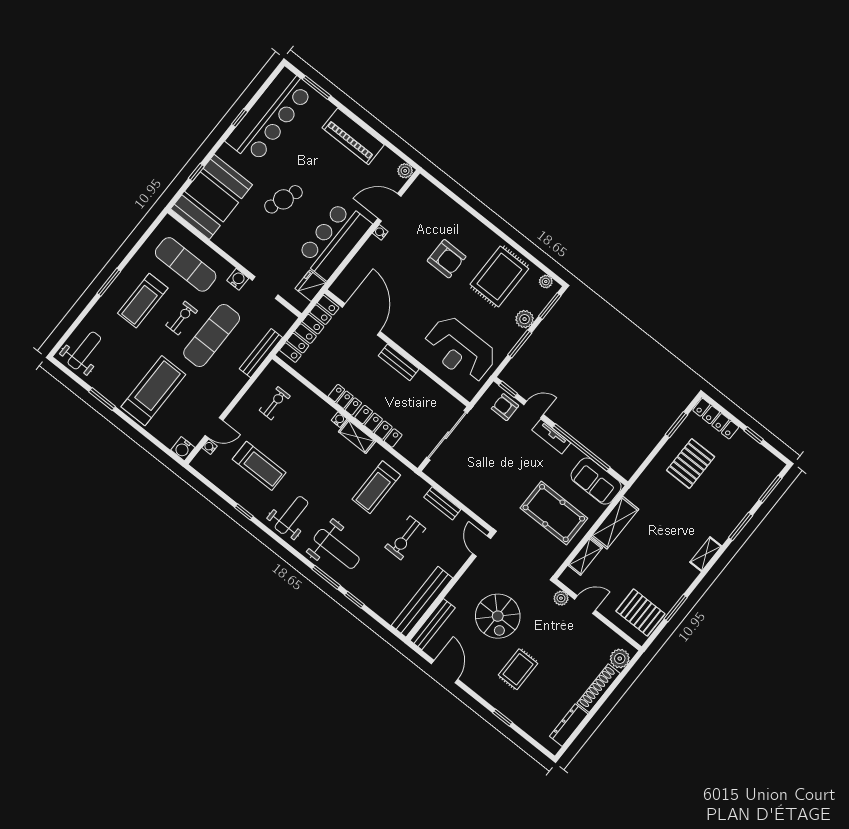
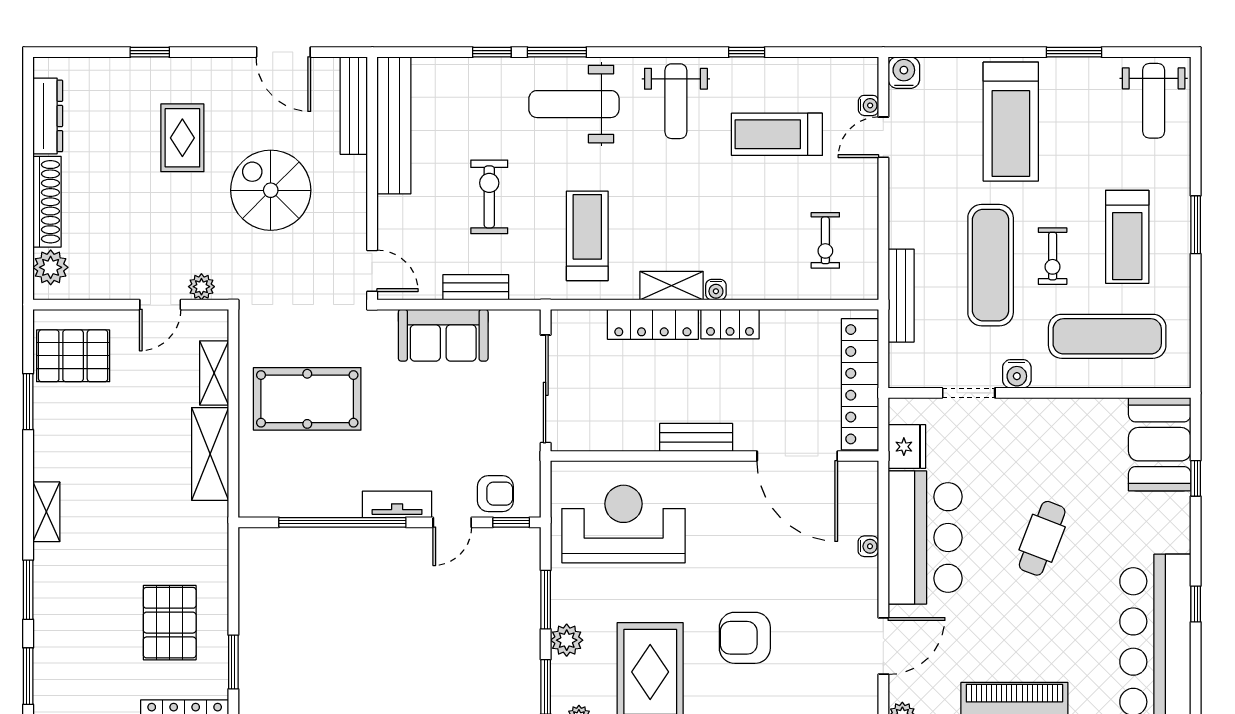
booth: (212, 197) -> (1160, 444), width x0.73, depth x0.70
water cooler: (380, 232) -> (868, 546), moved
treadmill: (143, 301) -> (1127, 237), turned 180
sofa: (596, 481) -> (443, 335), moved, turned 180

